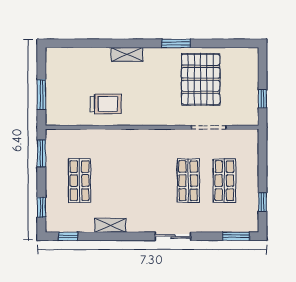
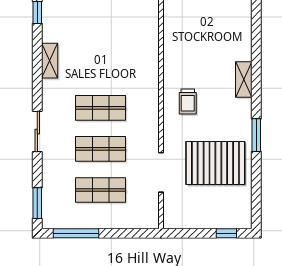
window: (263, 99) -> (226, 233), moved
trolley: (106, 104) -> (188, 101), moved, width x0.73, depth x0.72
shop shelf: (80, 181) -> (100, 108), moved
window: (263, 202) -> (76, 233), width x2.17

